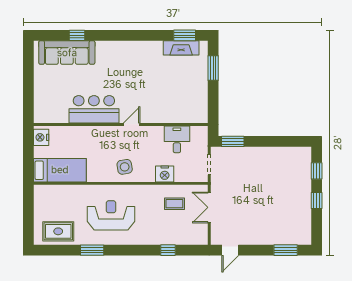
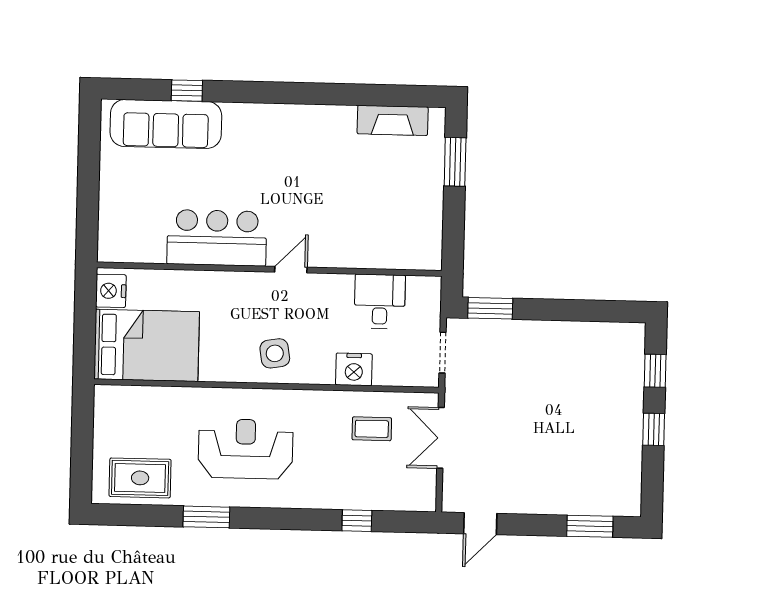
window: (185, 35) -> (400, 96), removed
bed: (60, 170) -> (147, 345), width x1.50

